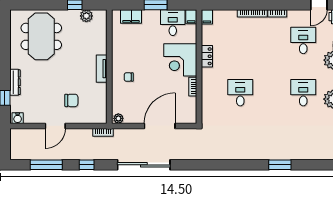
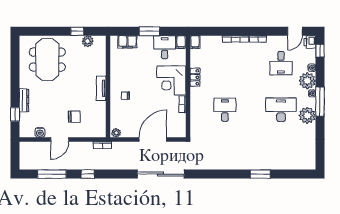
desk: (303, 40) -> (281, 63), turned 180
desk: (303, 93) -> (281, 110), width x1.37
water cooler: (18, 118) -> (40, 132), moved
sliding door: (144, 165) -> (161, 174), moved

